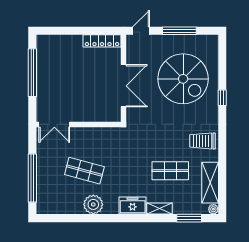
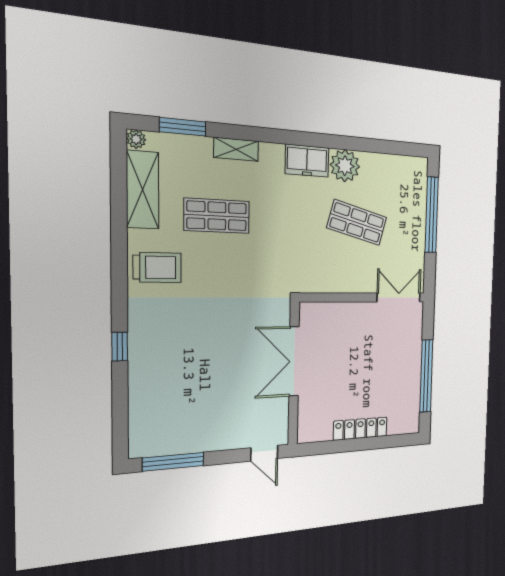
door: (141, 31) -> (264, 453), hinge flipped
window: (179, 31) -> (173, 462), moved
locker: (102, 41) -> (360, 429), moved
spiral stairs: (183, 79) -> (193, 377), removed
freezer: (133, 206) -> (307, 161), moved

